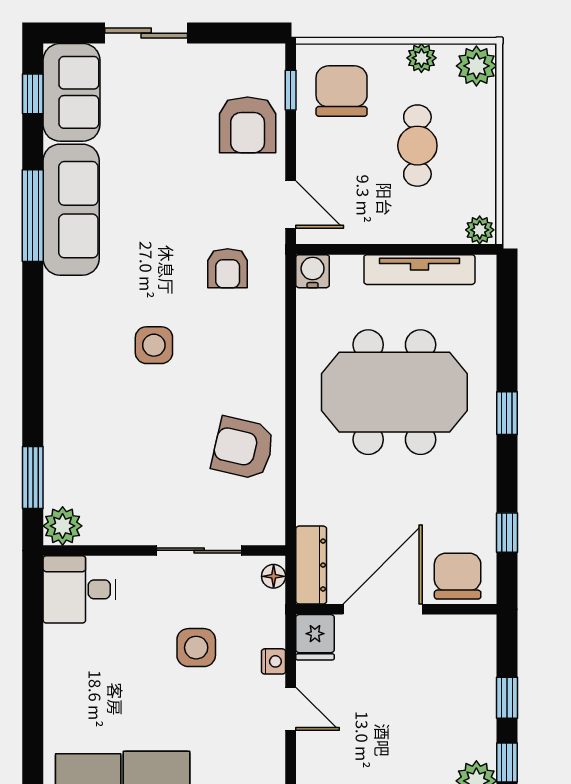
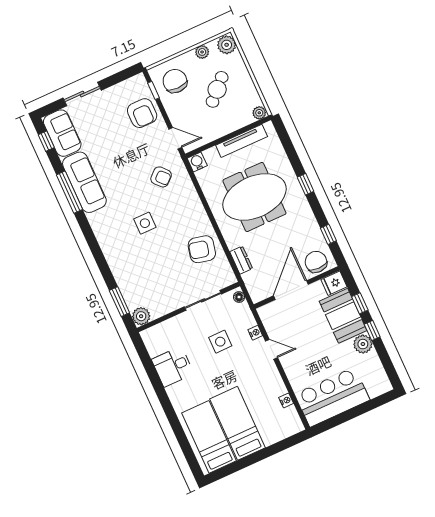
cafe table: (417, 146) -> (217, 89), turned 45
armchair: (228, 268) -> (161, 177), turned -42
dresser: (311, 565) -> (241, 260), moved, width x0.70
desk: (80, 589) -> (173, 367), moved
fridge: (315, 637) -> (334, 283), moved, turned 90
booth: (463, 707) -> (343, 316), added

